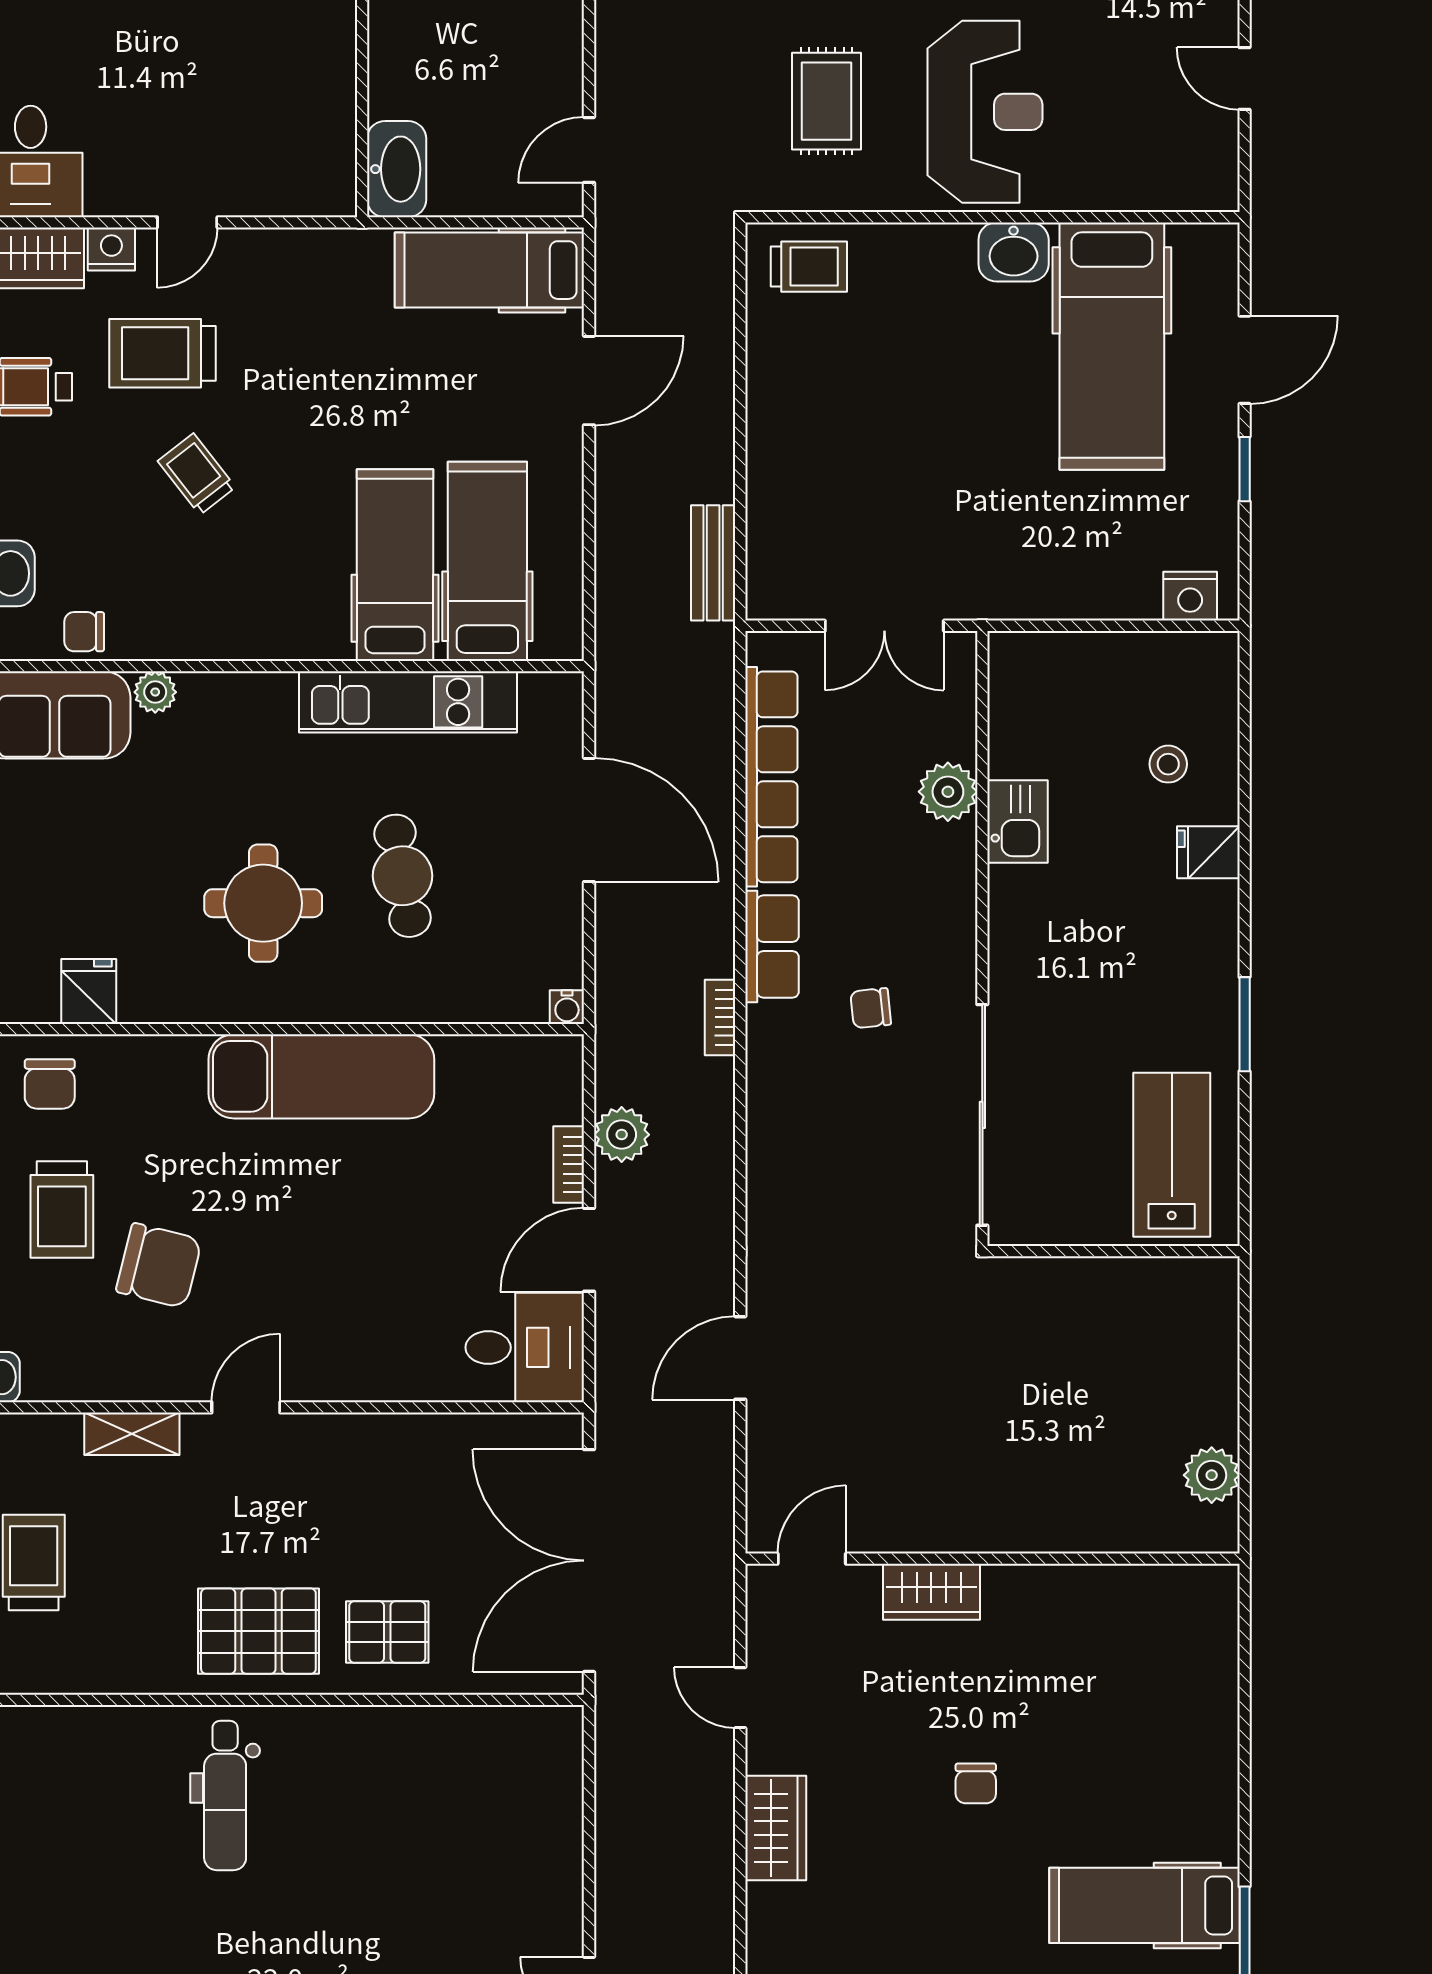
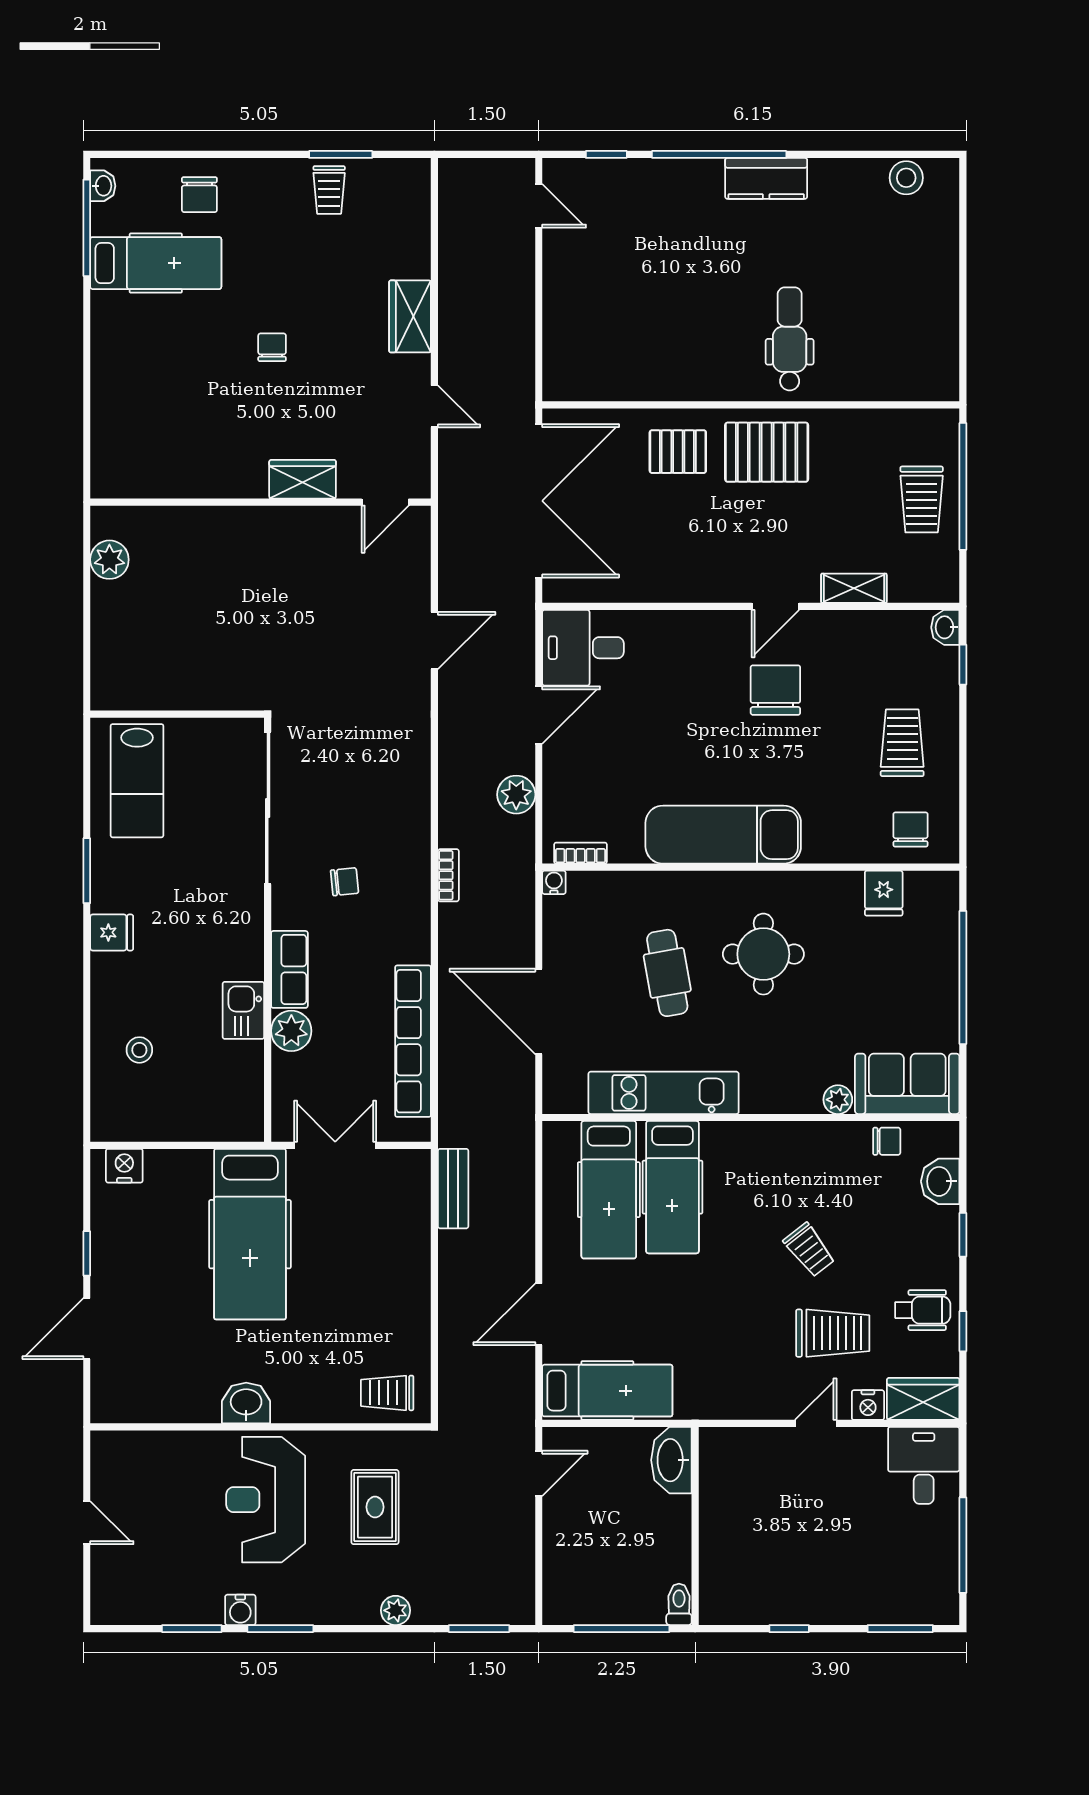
hospital bed: (1112, 346) -> (250, 1234), moved, turned 180
fridge: (1208, 852) -> (112, 932), moved
row of seats: (772, 947) -> (289, 969), moved, turned 180
bookcase: (569, 1164) -> (580, 853), moved, turned -90
chair: (159, 1266) -> (775, 690), moved, turned 76

